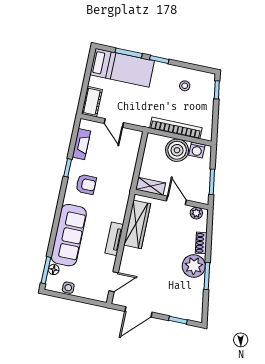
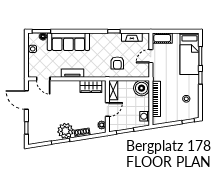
boiler: (177, 150) -> (142, 88), moved
armchair: (86, 184) -> (117, 63), moved
wardrobe: (137, 224) -> (91, 86), width x0.67

